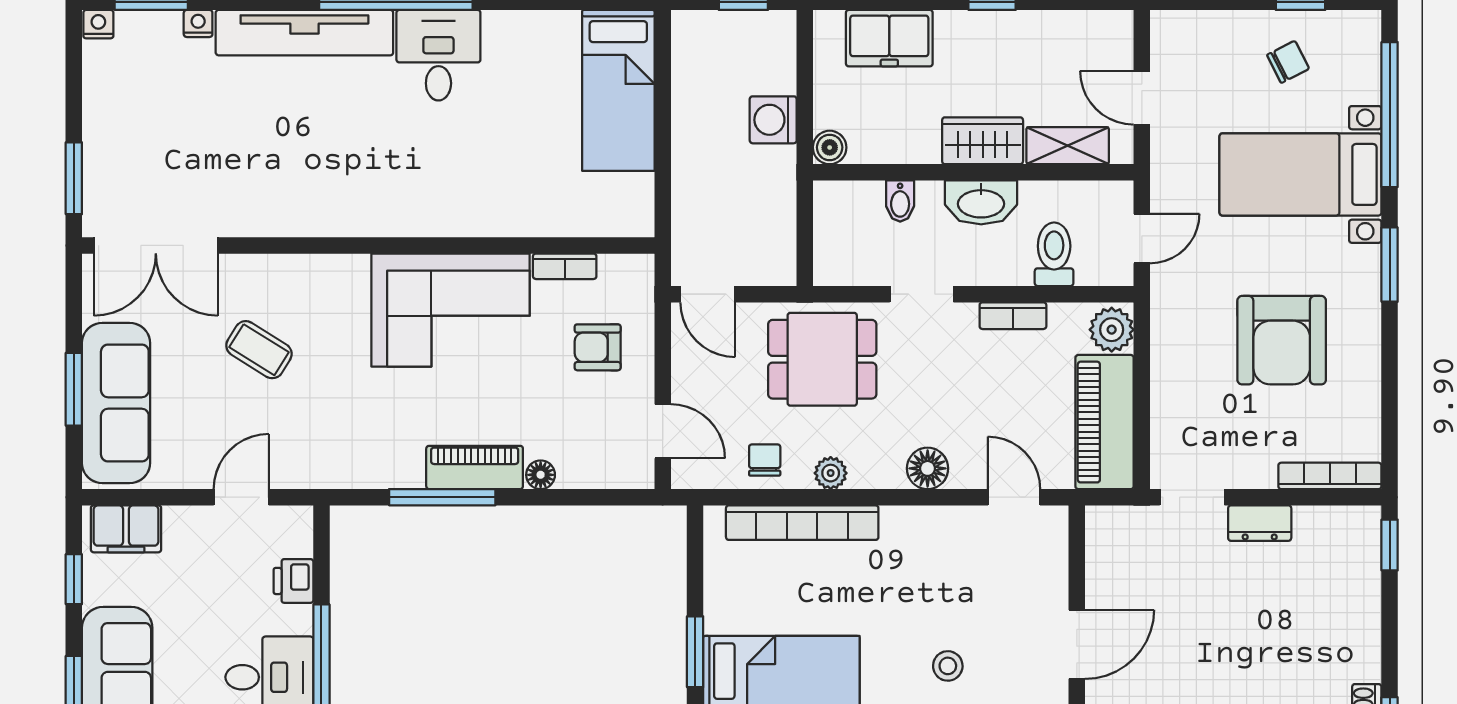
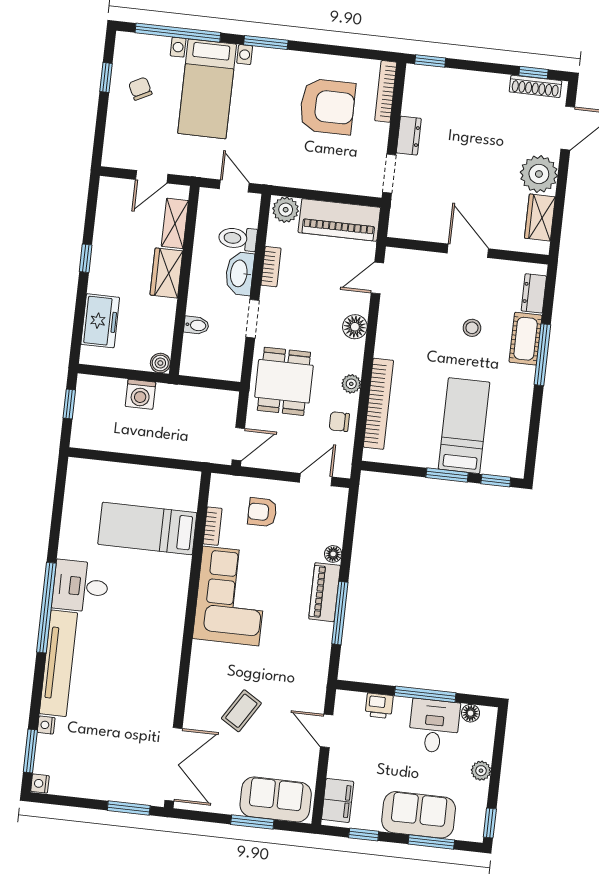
bed: (618, 90) -> (147, 528), moved, turned 180
washbasin: (981, 202) -> (240, 273), moved, turned 180
armchair: (1282, 340) -> (327, 106), moved
armchair: (598, 347) -> (262, 512), turned 90
sofa: (116, 403) -> (276, 799), width x0.73

